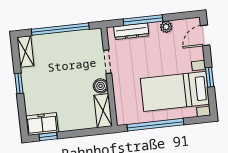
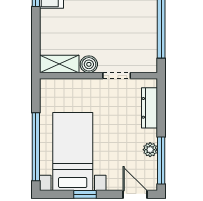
window: (143, 20) -> (161, 160), moved
window: (155, 125) -> (36, 147), moved

